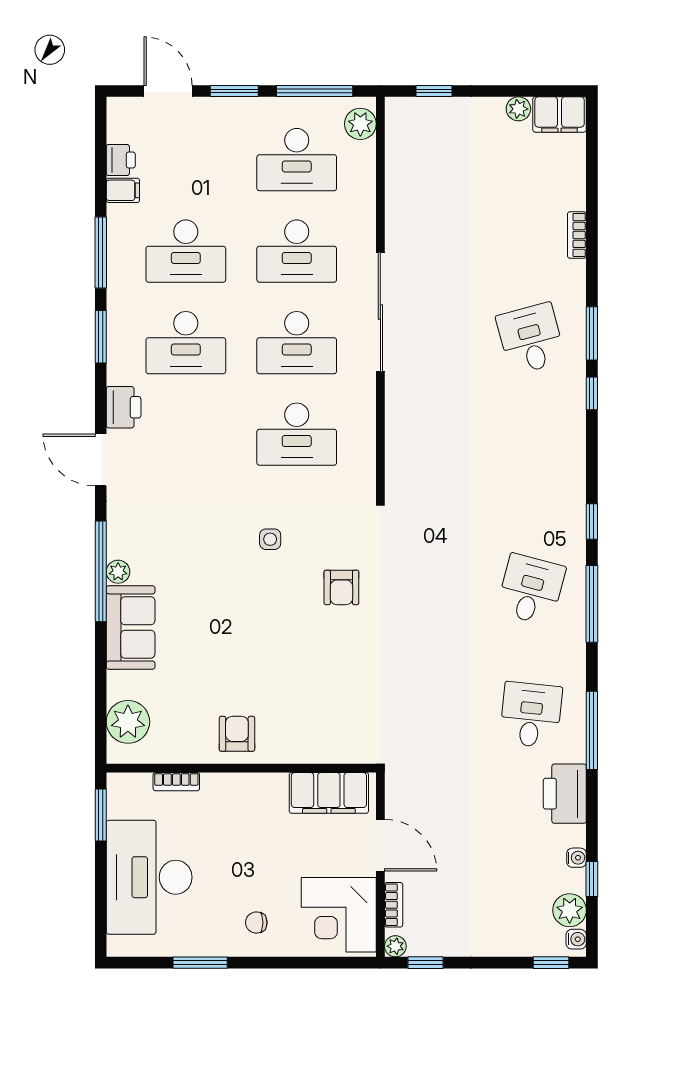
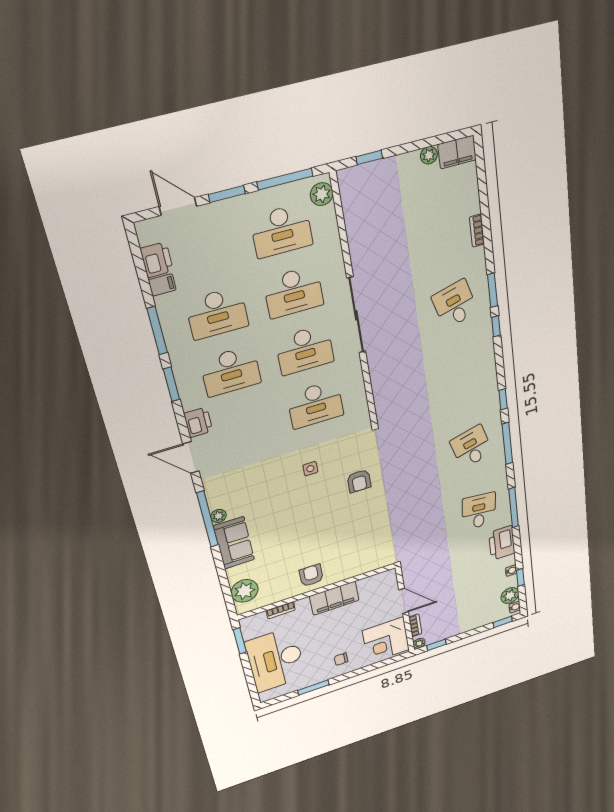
printer: (121, 160) -> (157, 260), width x1.36, depth x1.24
desk: (531, 590) -> (471, 447), turned -30
filing cabinet: (329, 793) -> (334, 598), moved

